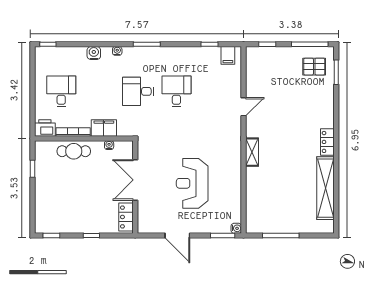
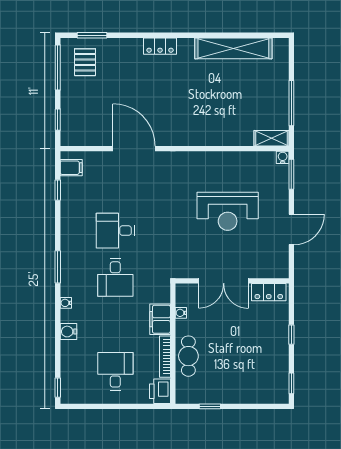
desk: (61, 91) -> (115, 371), turned 90
door: (243, 107) -> (134, 149), width x1.88
locker: (327, 142) -> (160, 46), moved
shelving: (252, 152) -> (271, 138), moved

